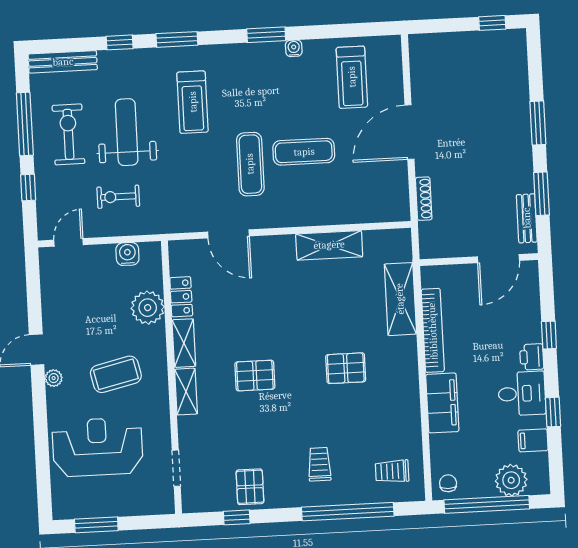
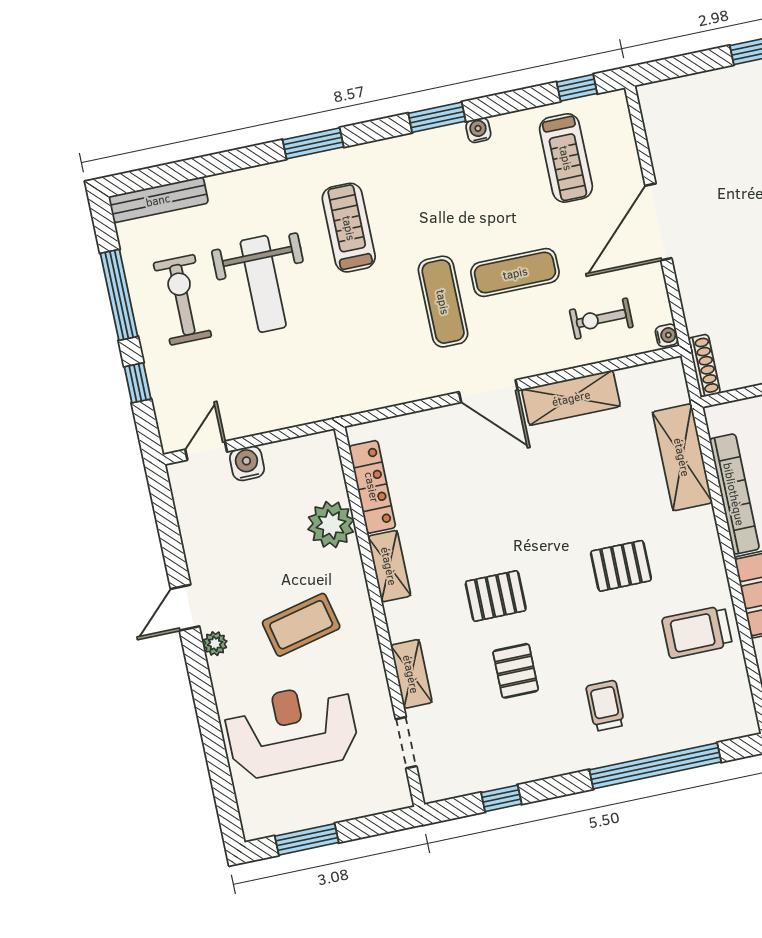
window: (120, 42) -> (577, 88), moved
treadmill: (193, 102) -> (349, 228), turned 180
weight bench: (127, 132) -> (263, 284), turned 180
exercise bike: (118, 197) -> (601, 319), moved
shoe rack: (424, 199) -> (704, 366), moved
water cooler: (403, 212) -> (667, 335), added
door: (229, 234) -> (488, 391), moved
water cooler: (127, 254) -> (247, 463), moved
locker: (181, 297) -> (372, 487), width x1.53
shelving: (186, 392) -> (411, 674), moved
trolley: (392, 471) -> (697, 632), moved, width x1.36, depth x1.39
pallet: (250, 487) -> (516, 671), moved

